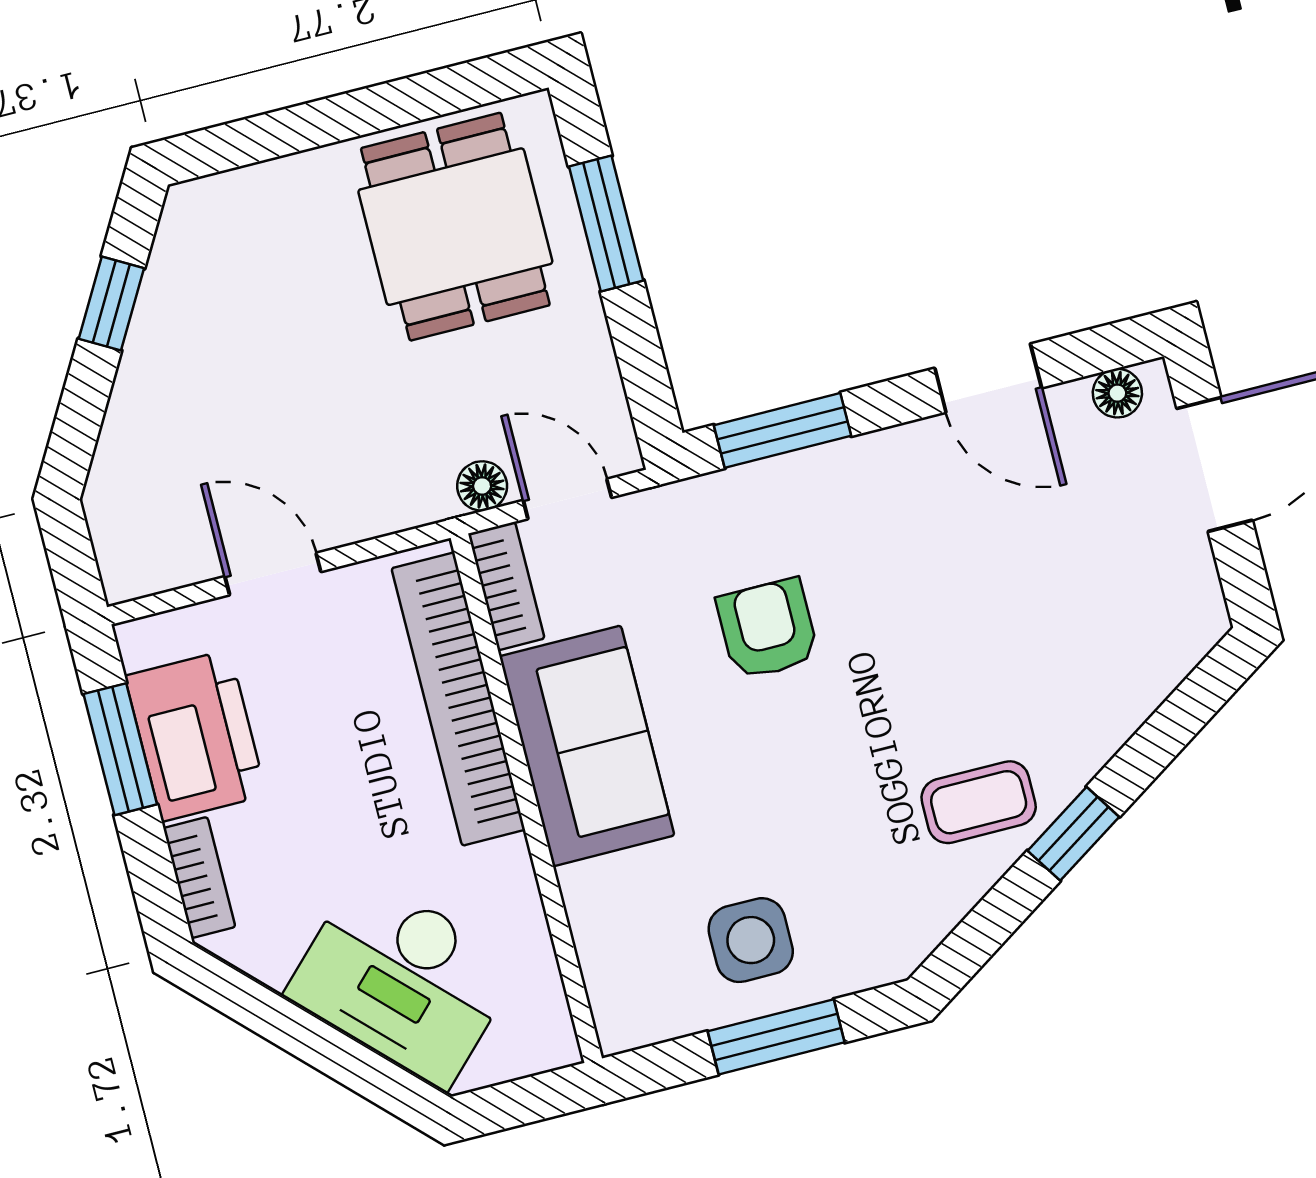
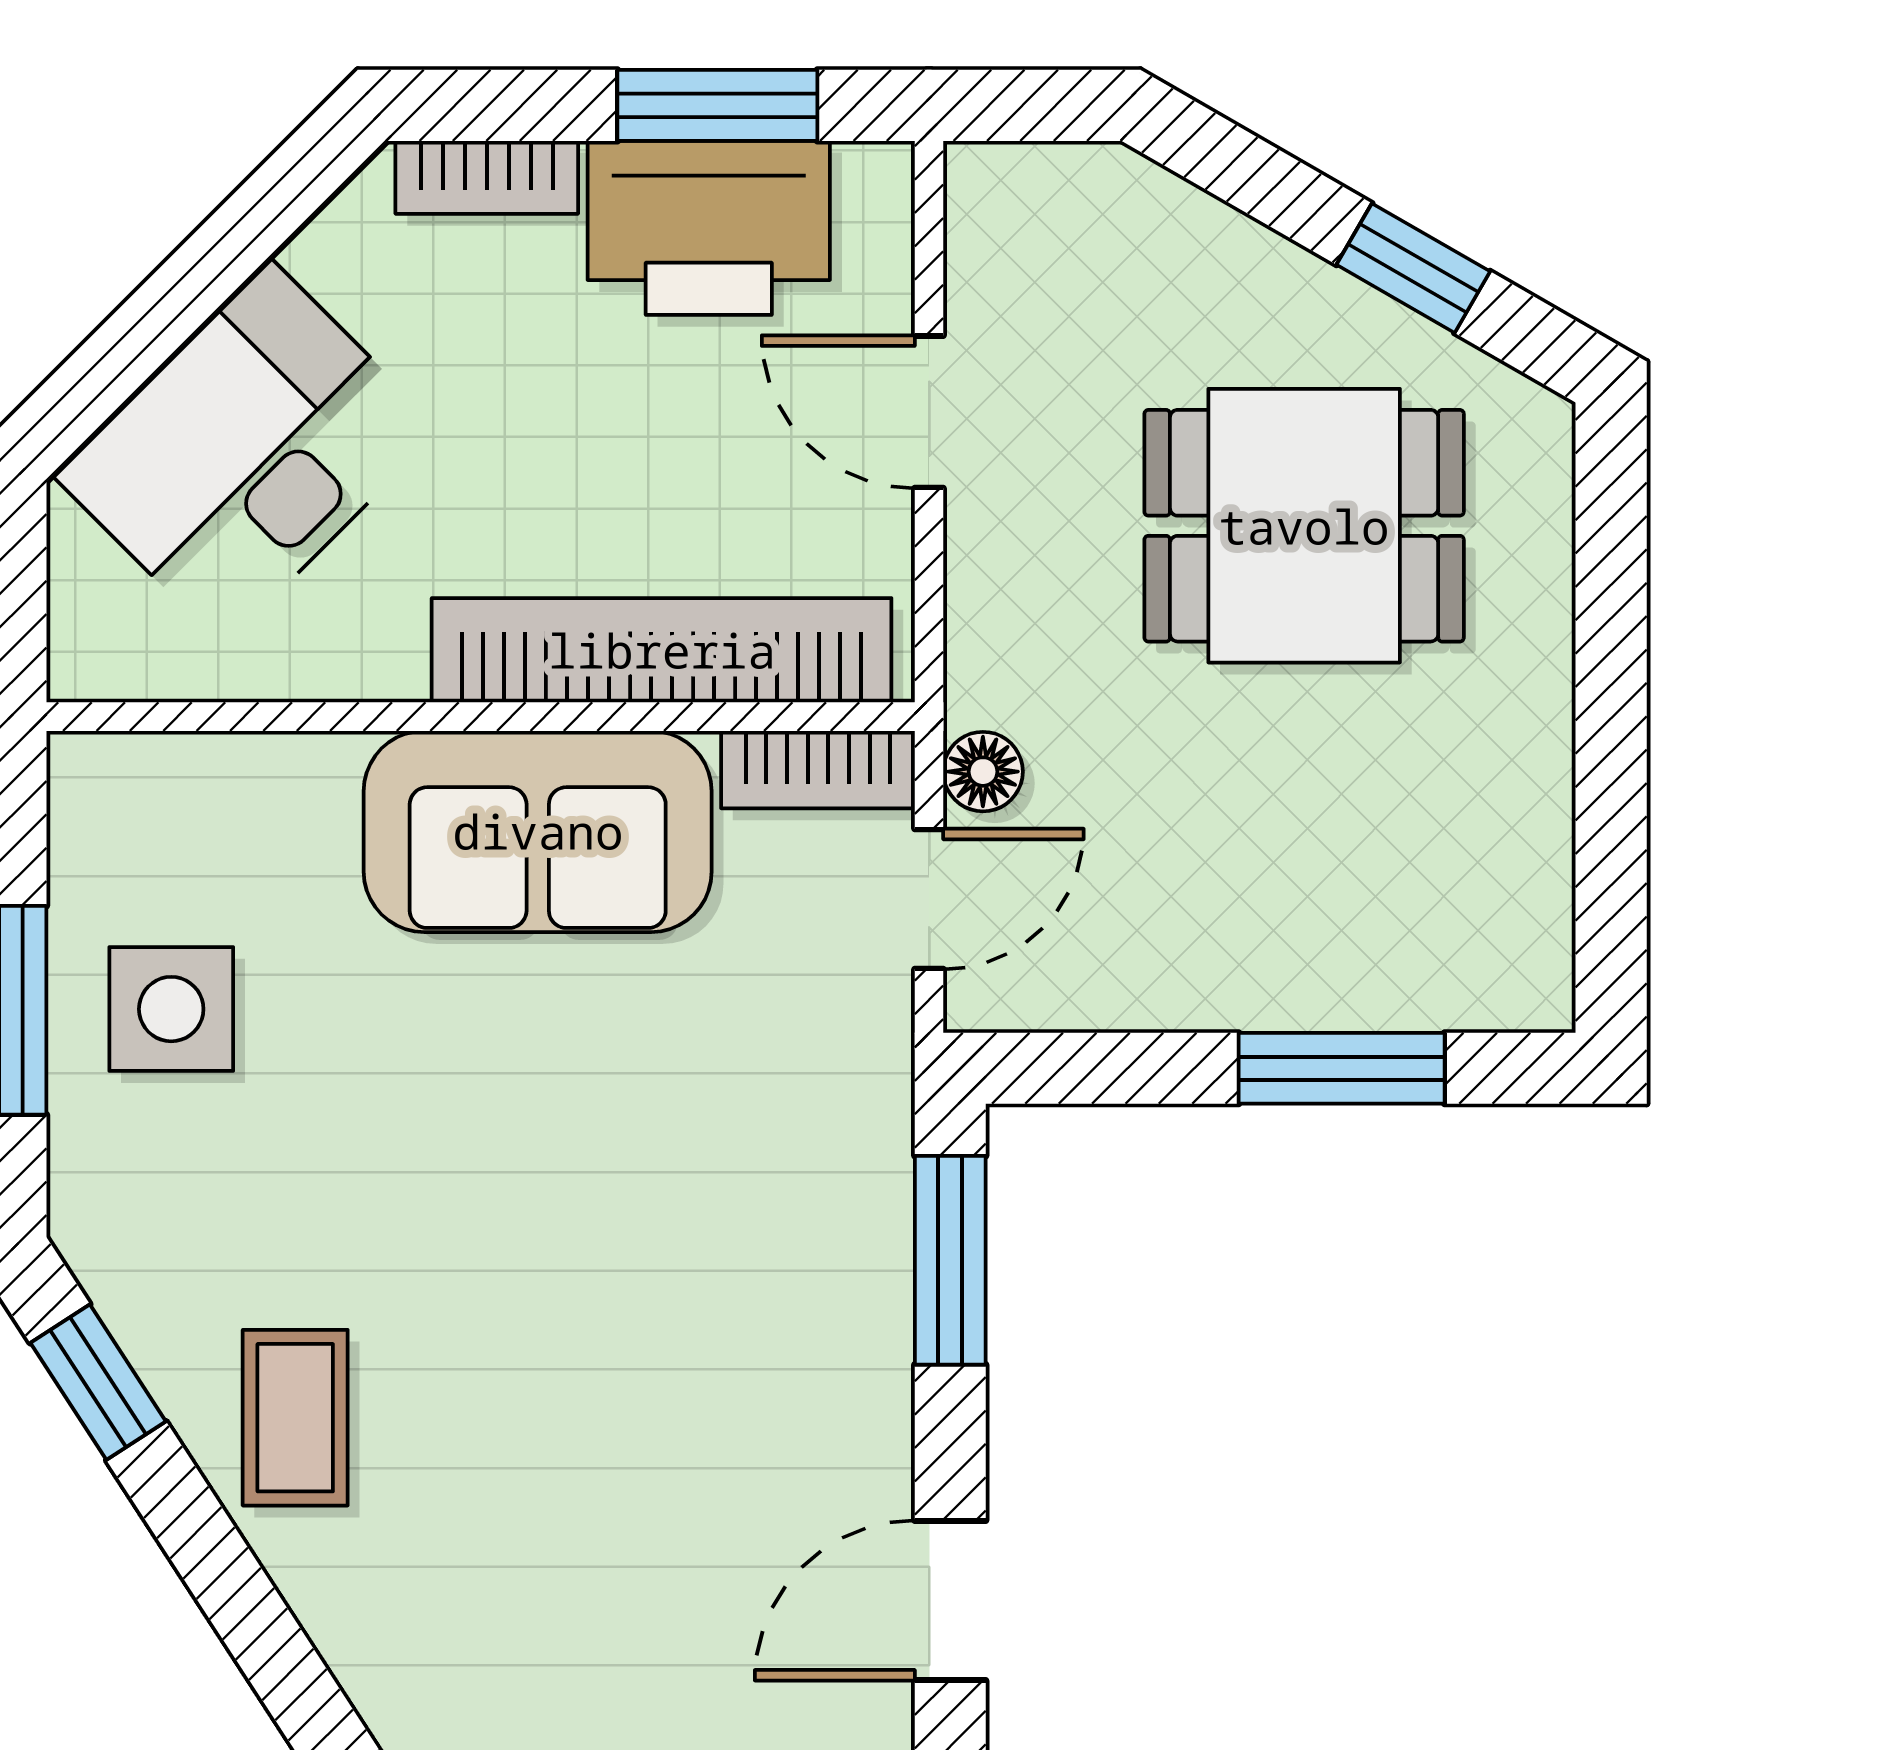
dining table: (455, 227) -> (1304, 526), moved
door: (273, 574) -> (929, 412), swing flipped
armchair: (768, 629) -> (648, 1158), removed
window: (1073, 834) -> (98, 1382), moved

